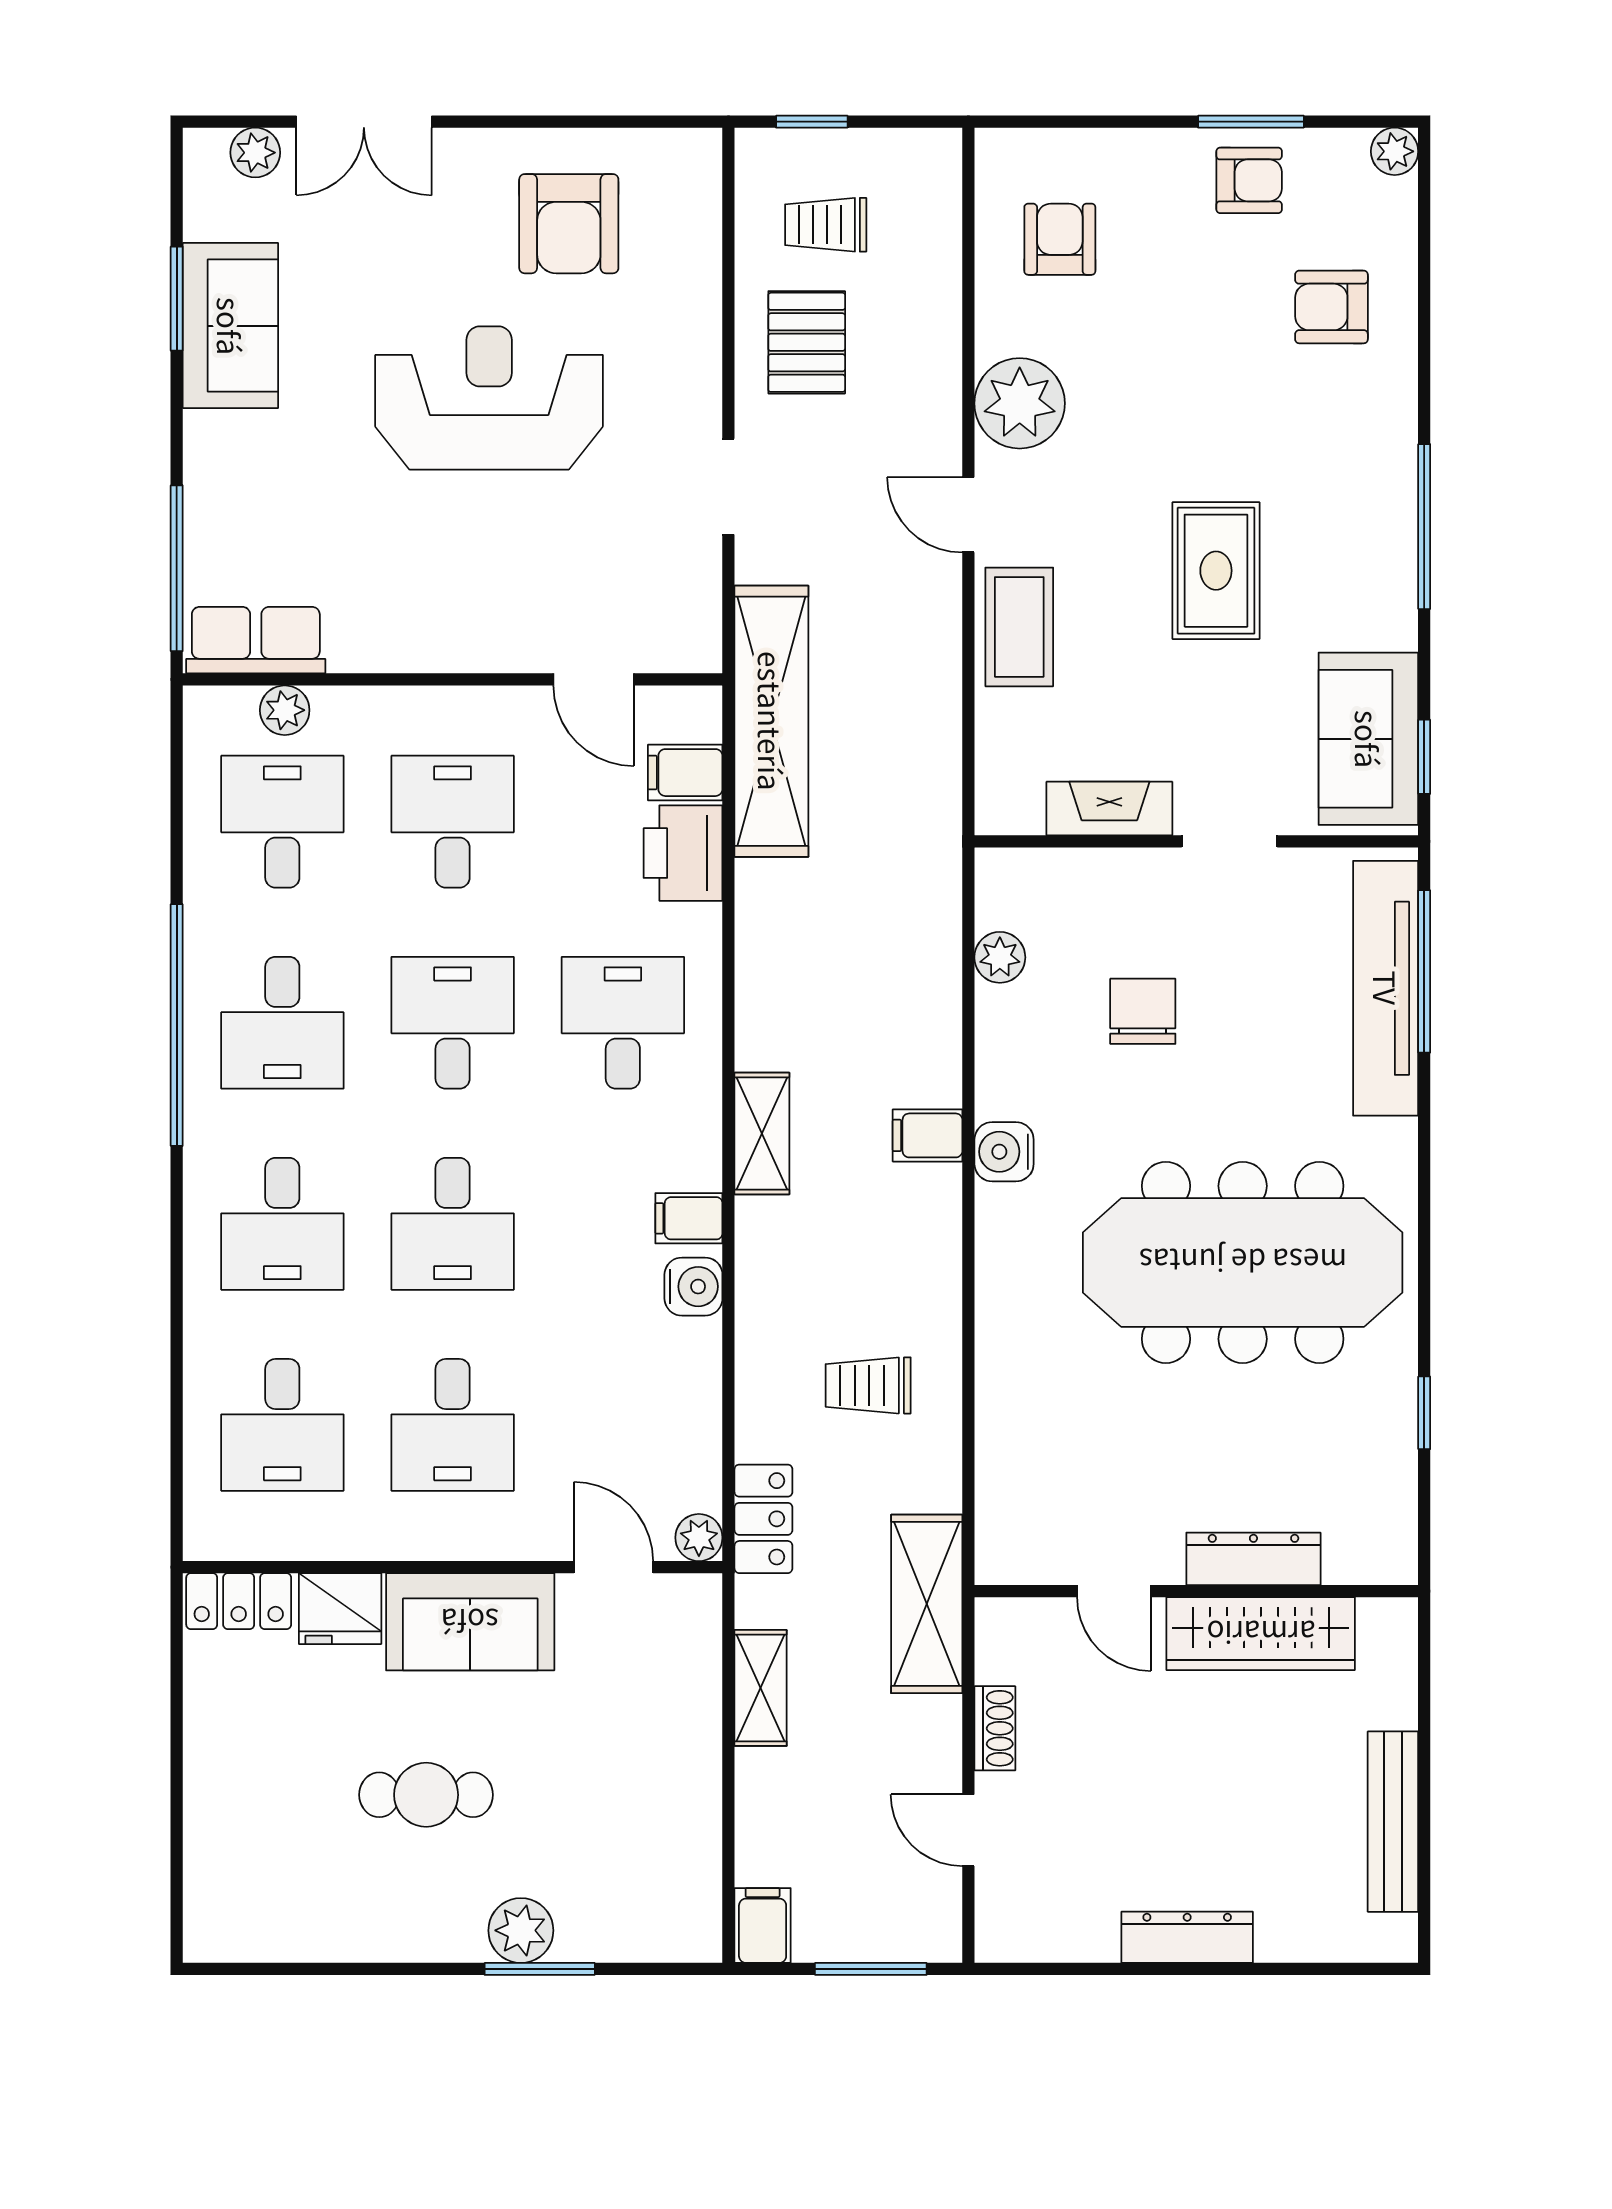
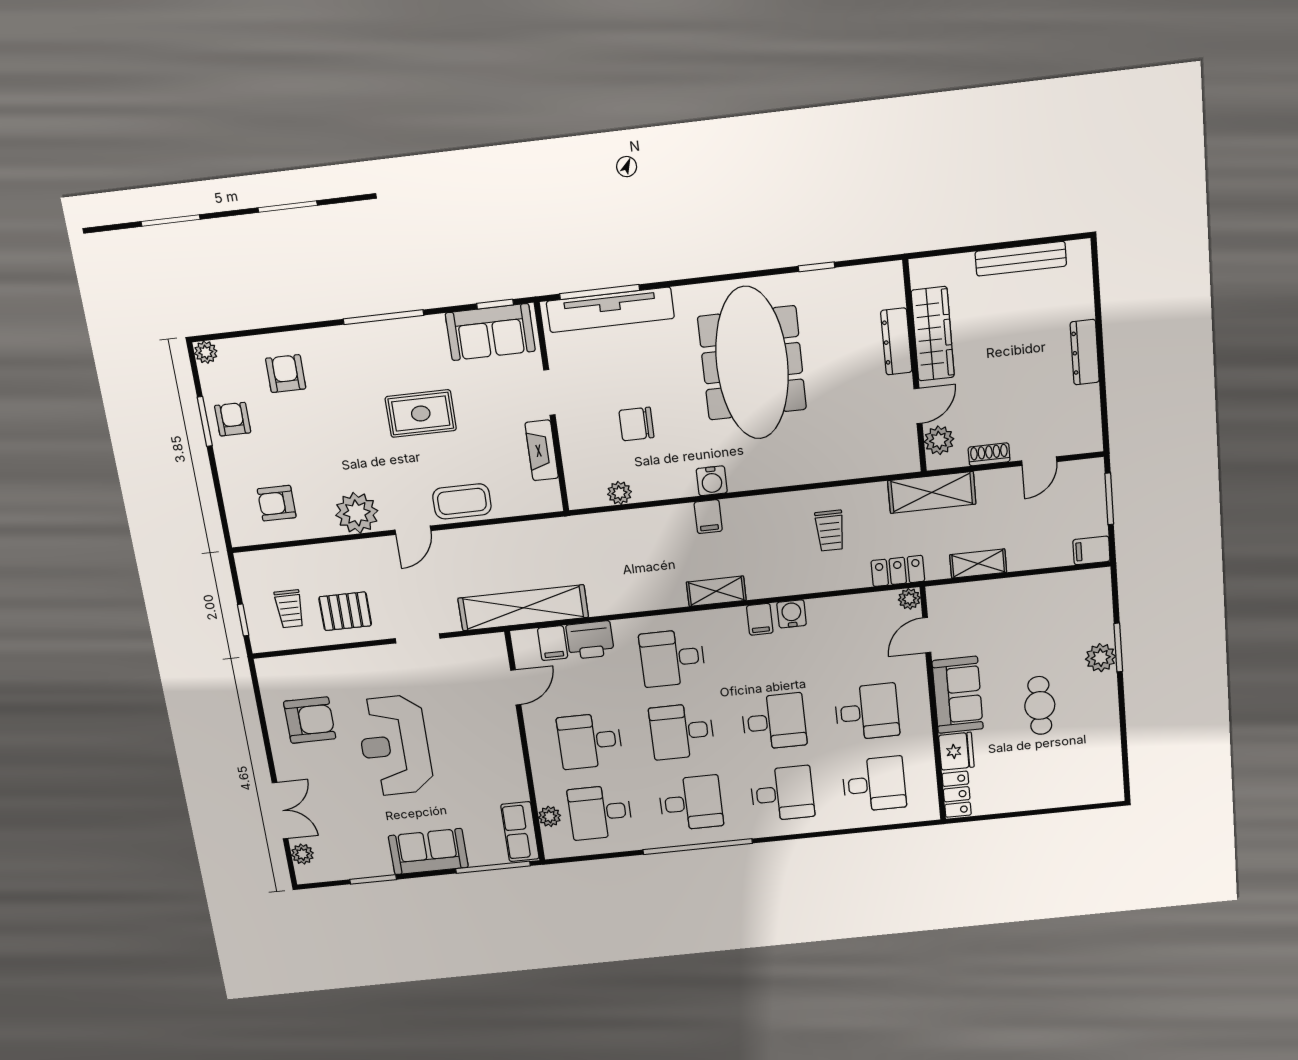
armchair: (1331, 307) -> (286, 374), turned 180
sofa: (230, 326) -> (428, 852), moved
plant: (1037, 1628) -> (939, 440), added

